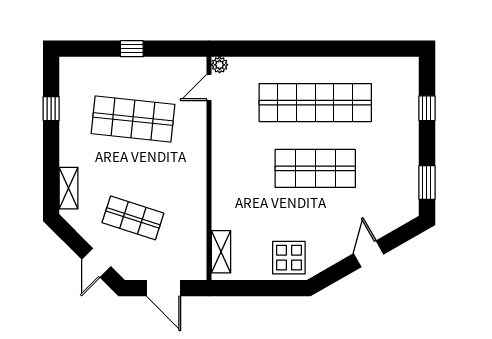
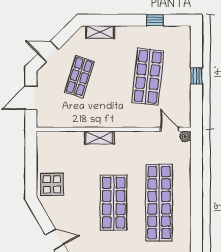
shelving: (221, 252) -> (99, 137), moved

